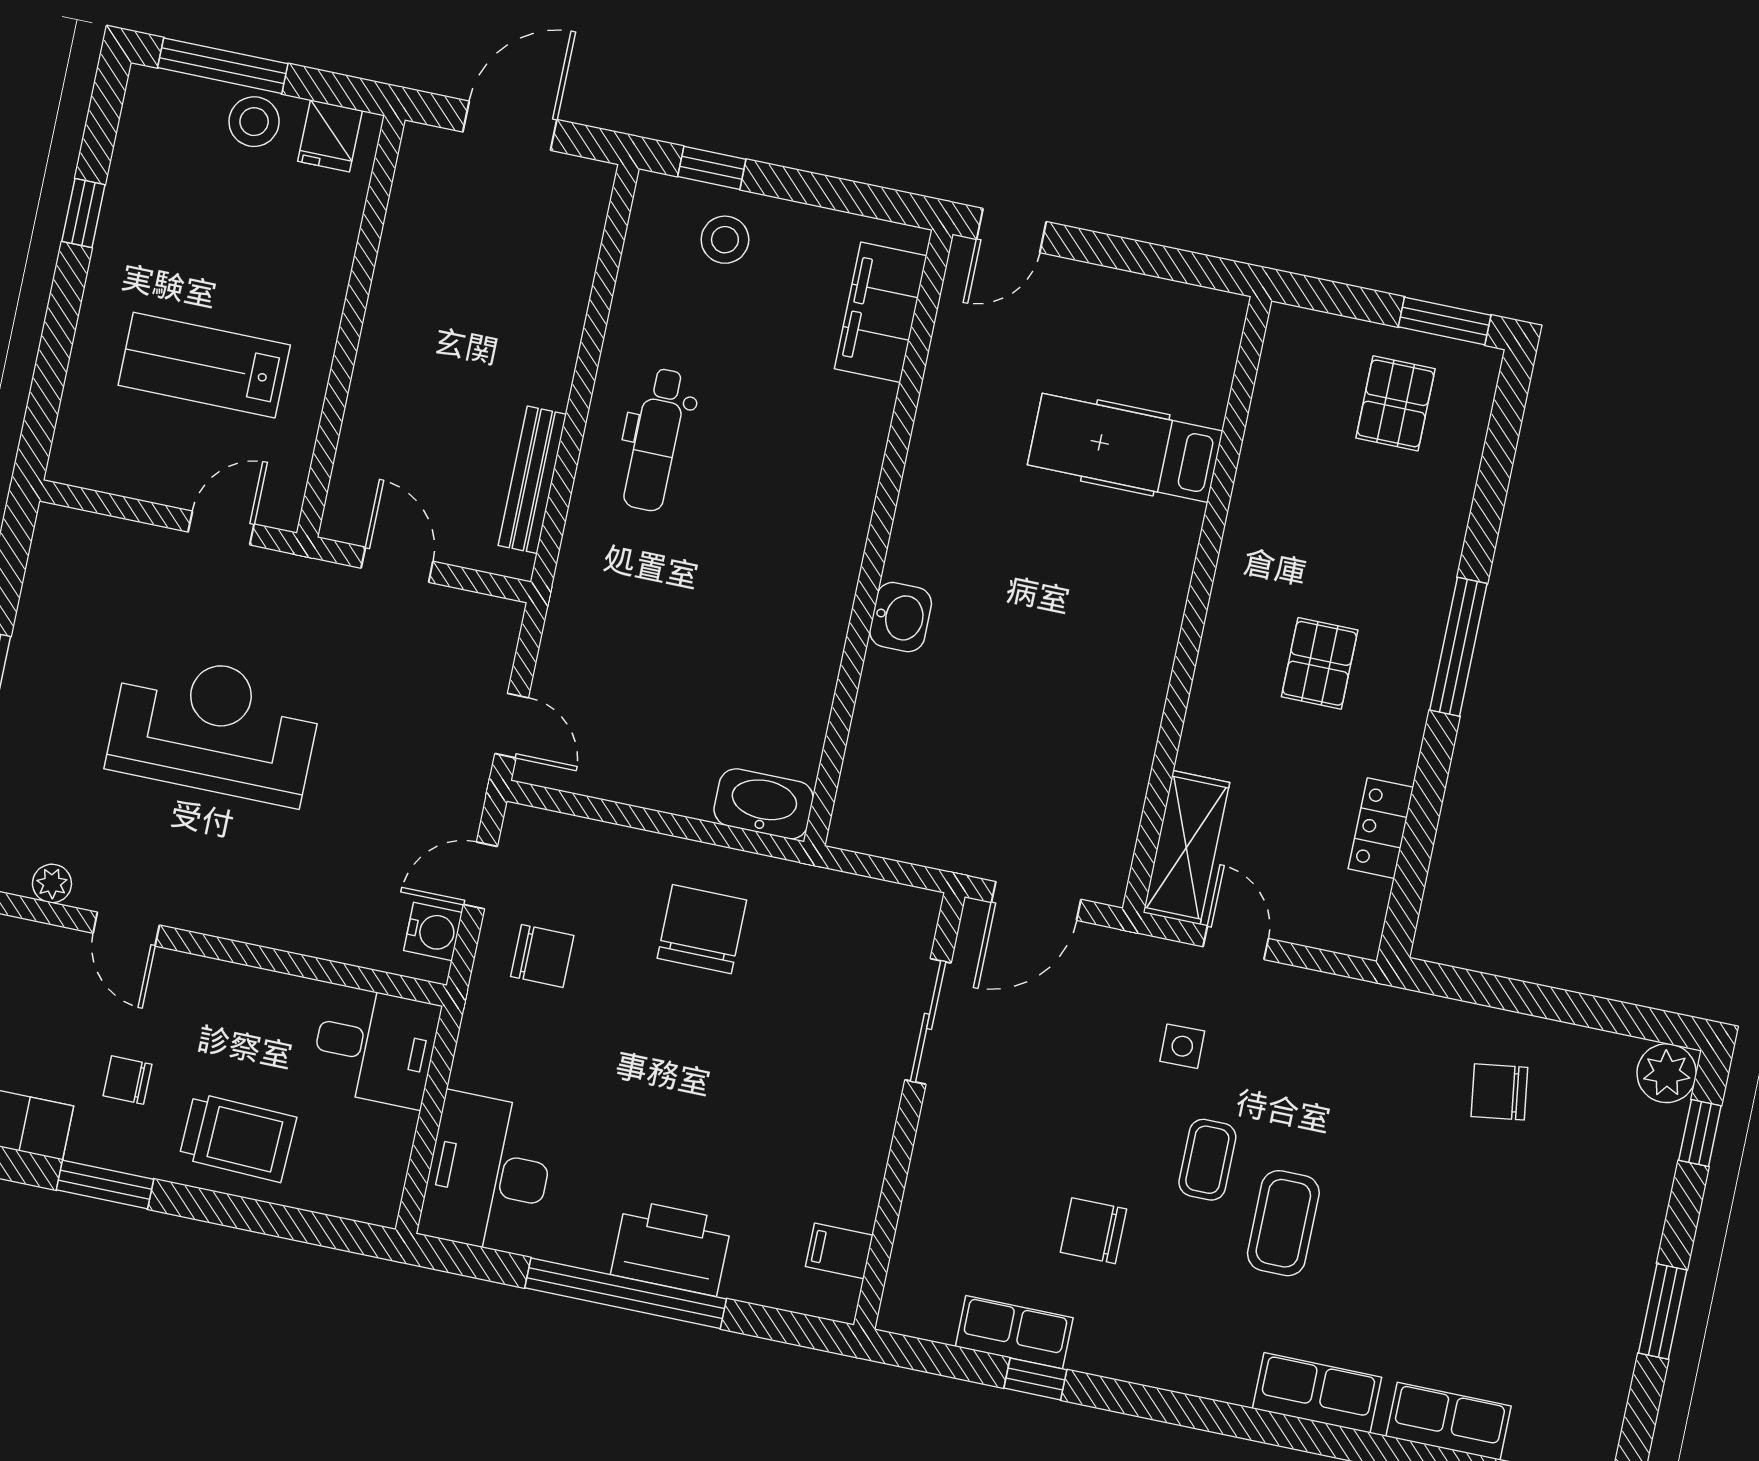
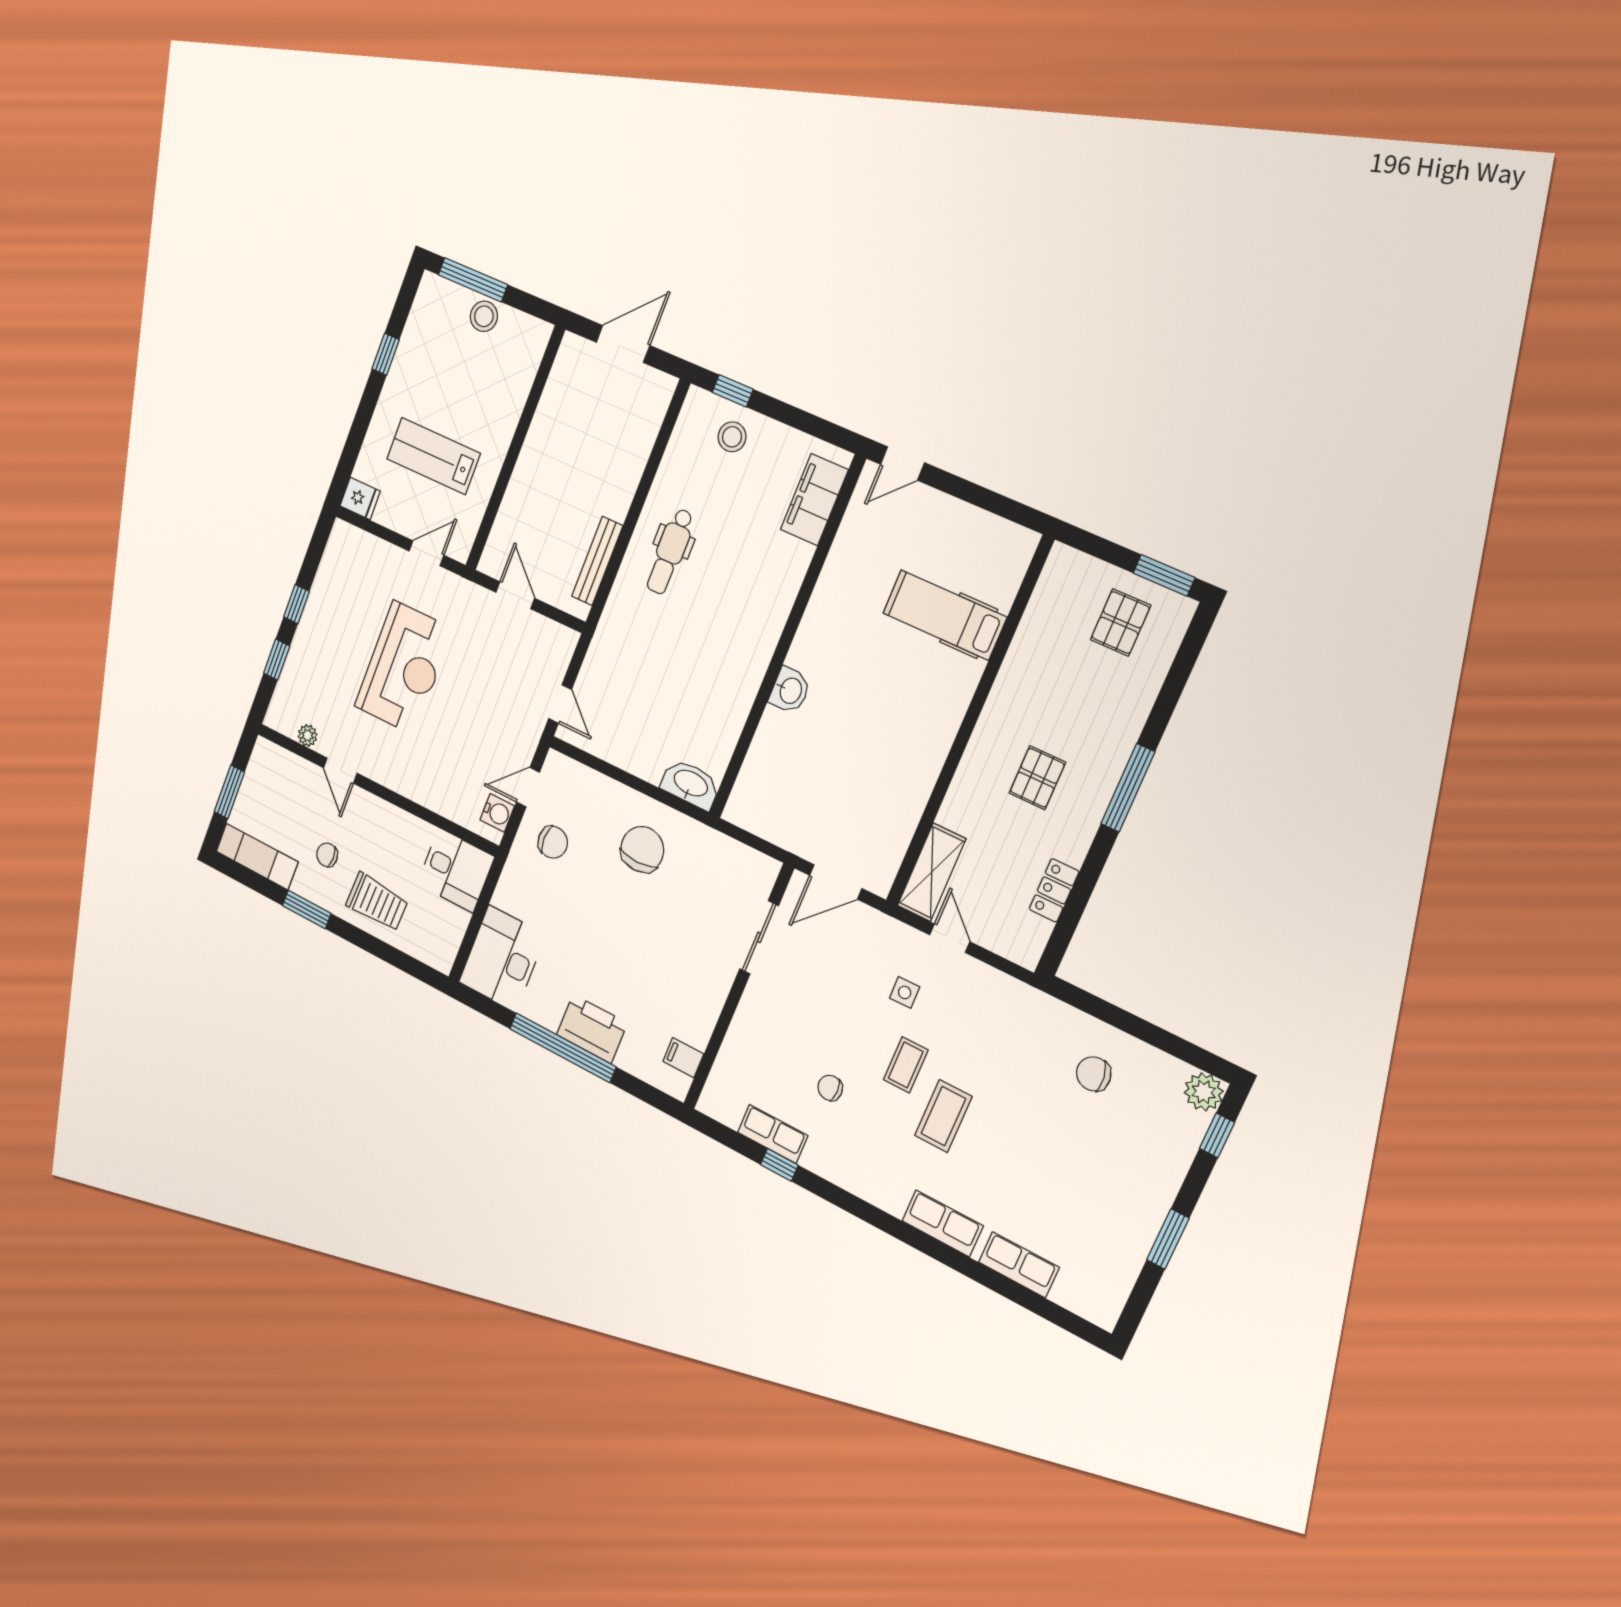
fridge: (330, 136) -> (360, 498), moved, turned -90
reception desk: (214, 728) -> (404, 668), turned 90
chair: (1094, 1231) -> (830, 1088), width x0.73, depth x0.73

